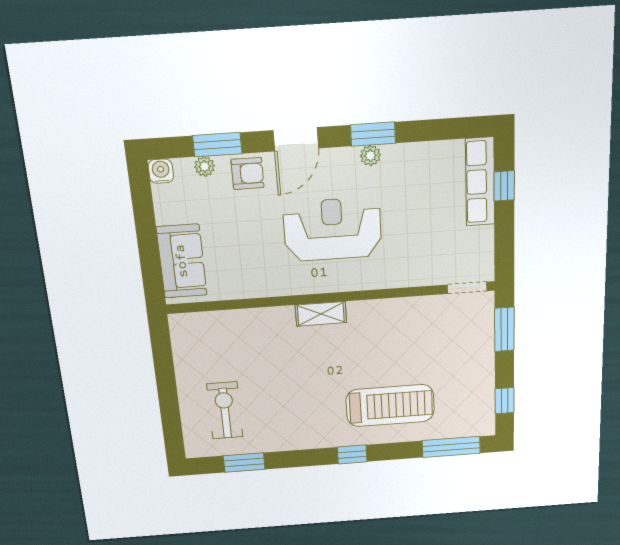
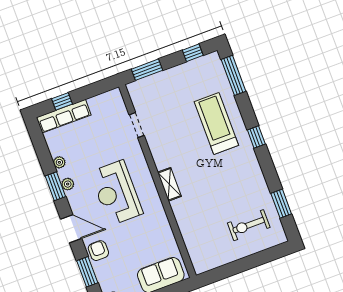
plant: (205, 166) -> (59, 162), moved
doorway: (467, 288) -> (137, 125), moved

